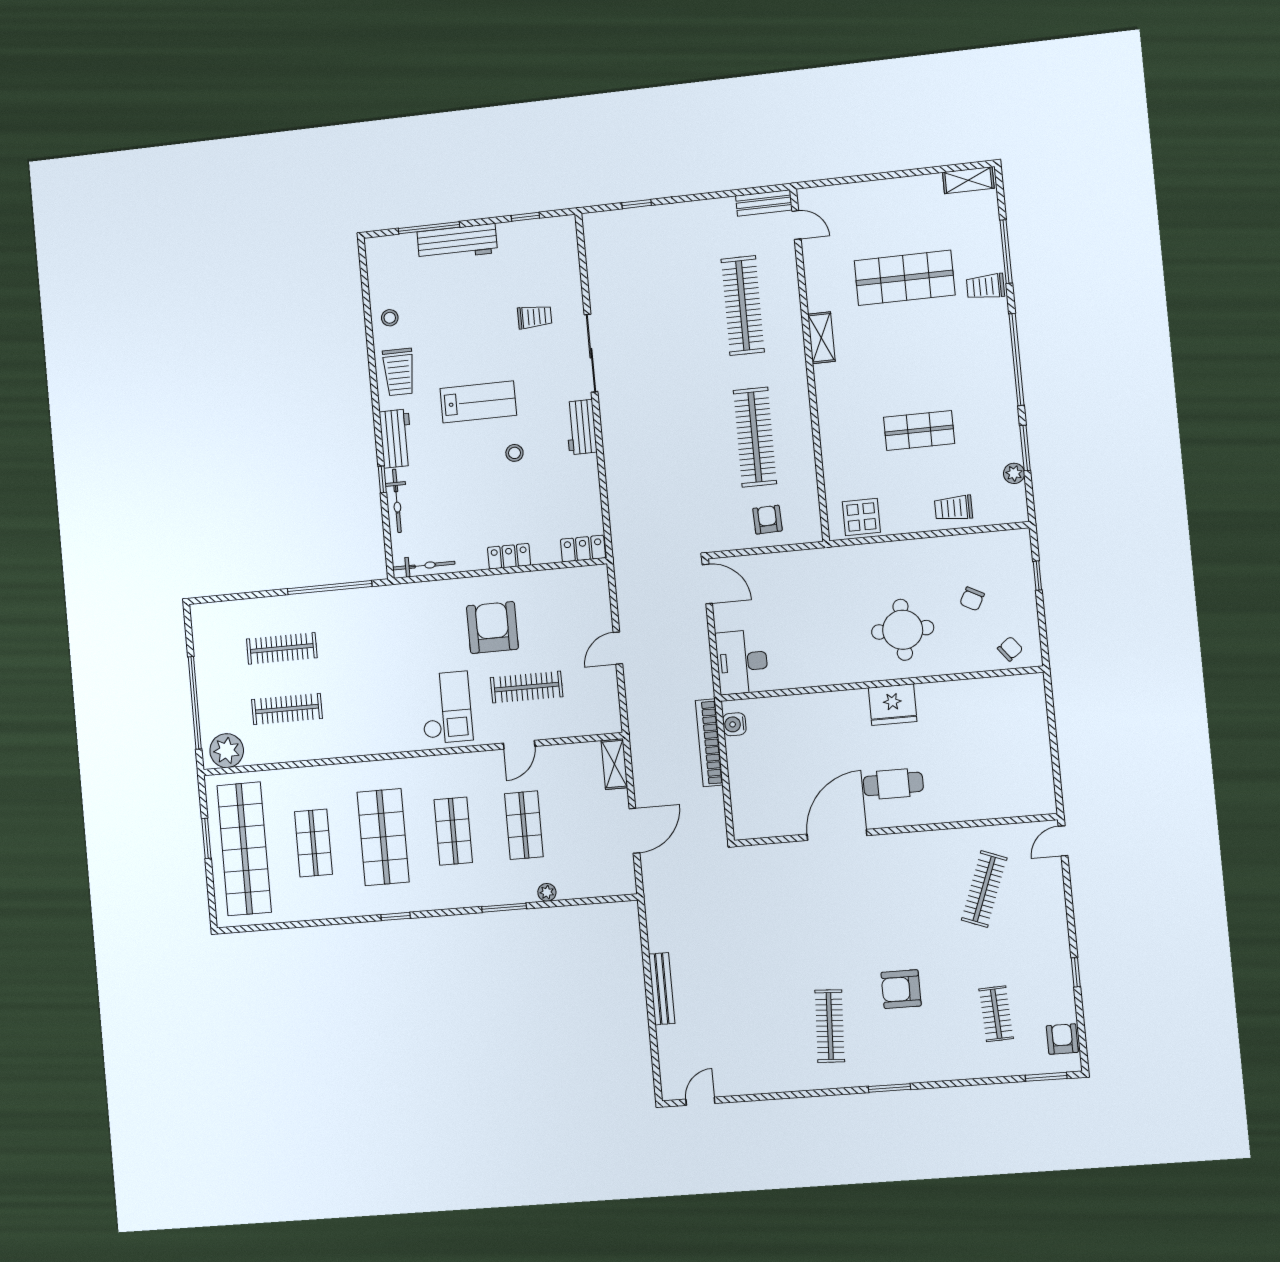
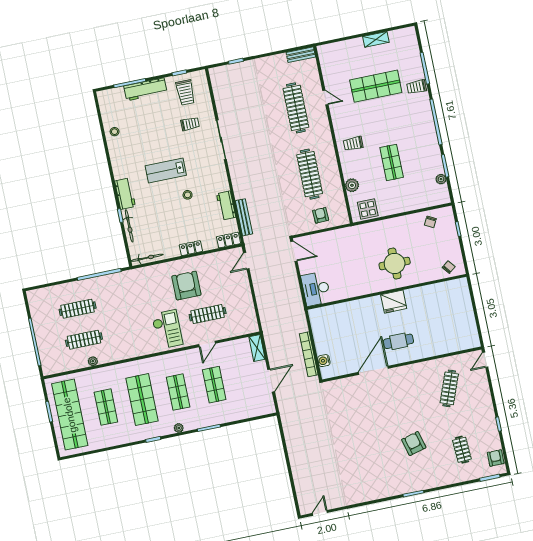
shelving: (968, 180) -> (376, 39), moved
door: (796, 225) -> (325, 97), moved
shelving: (821, 338) -> (338, 120), removed
trolley: (399, 372) -> (185, 92), moved
lab bench: (478, 402) -> (166, 171), turned 180
workbench: (581, 427) -> (226, 205), moved
shop shelf: (919, 430) -> (392, 162), turned 90
plant: (836, 467) -> (352, 185), added
trolley: (954, 508) -> (353, 143), moved
chair: (972, 599) -> (430, 222), moved
door: (618, 648) -> (246, 261), moved
water cooler: (734, 724) -> (324, 361), moved
bookcase: (709, 743) -> (309, 354), moved
plant: (227, 751) -> (93, 361), moved, width x0.53, depth x0.53
plant: (547, 892) -> (179, 428), moved
bench: (662, 989) -> (244, 217), moved
armchair: (901, 989) -> (414, 443), turned 75
clothes rail: (830, 1026) -> (380, 467), removed

